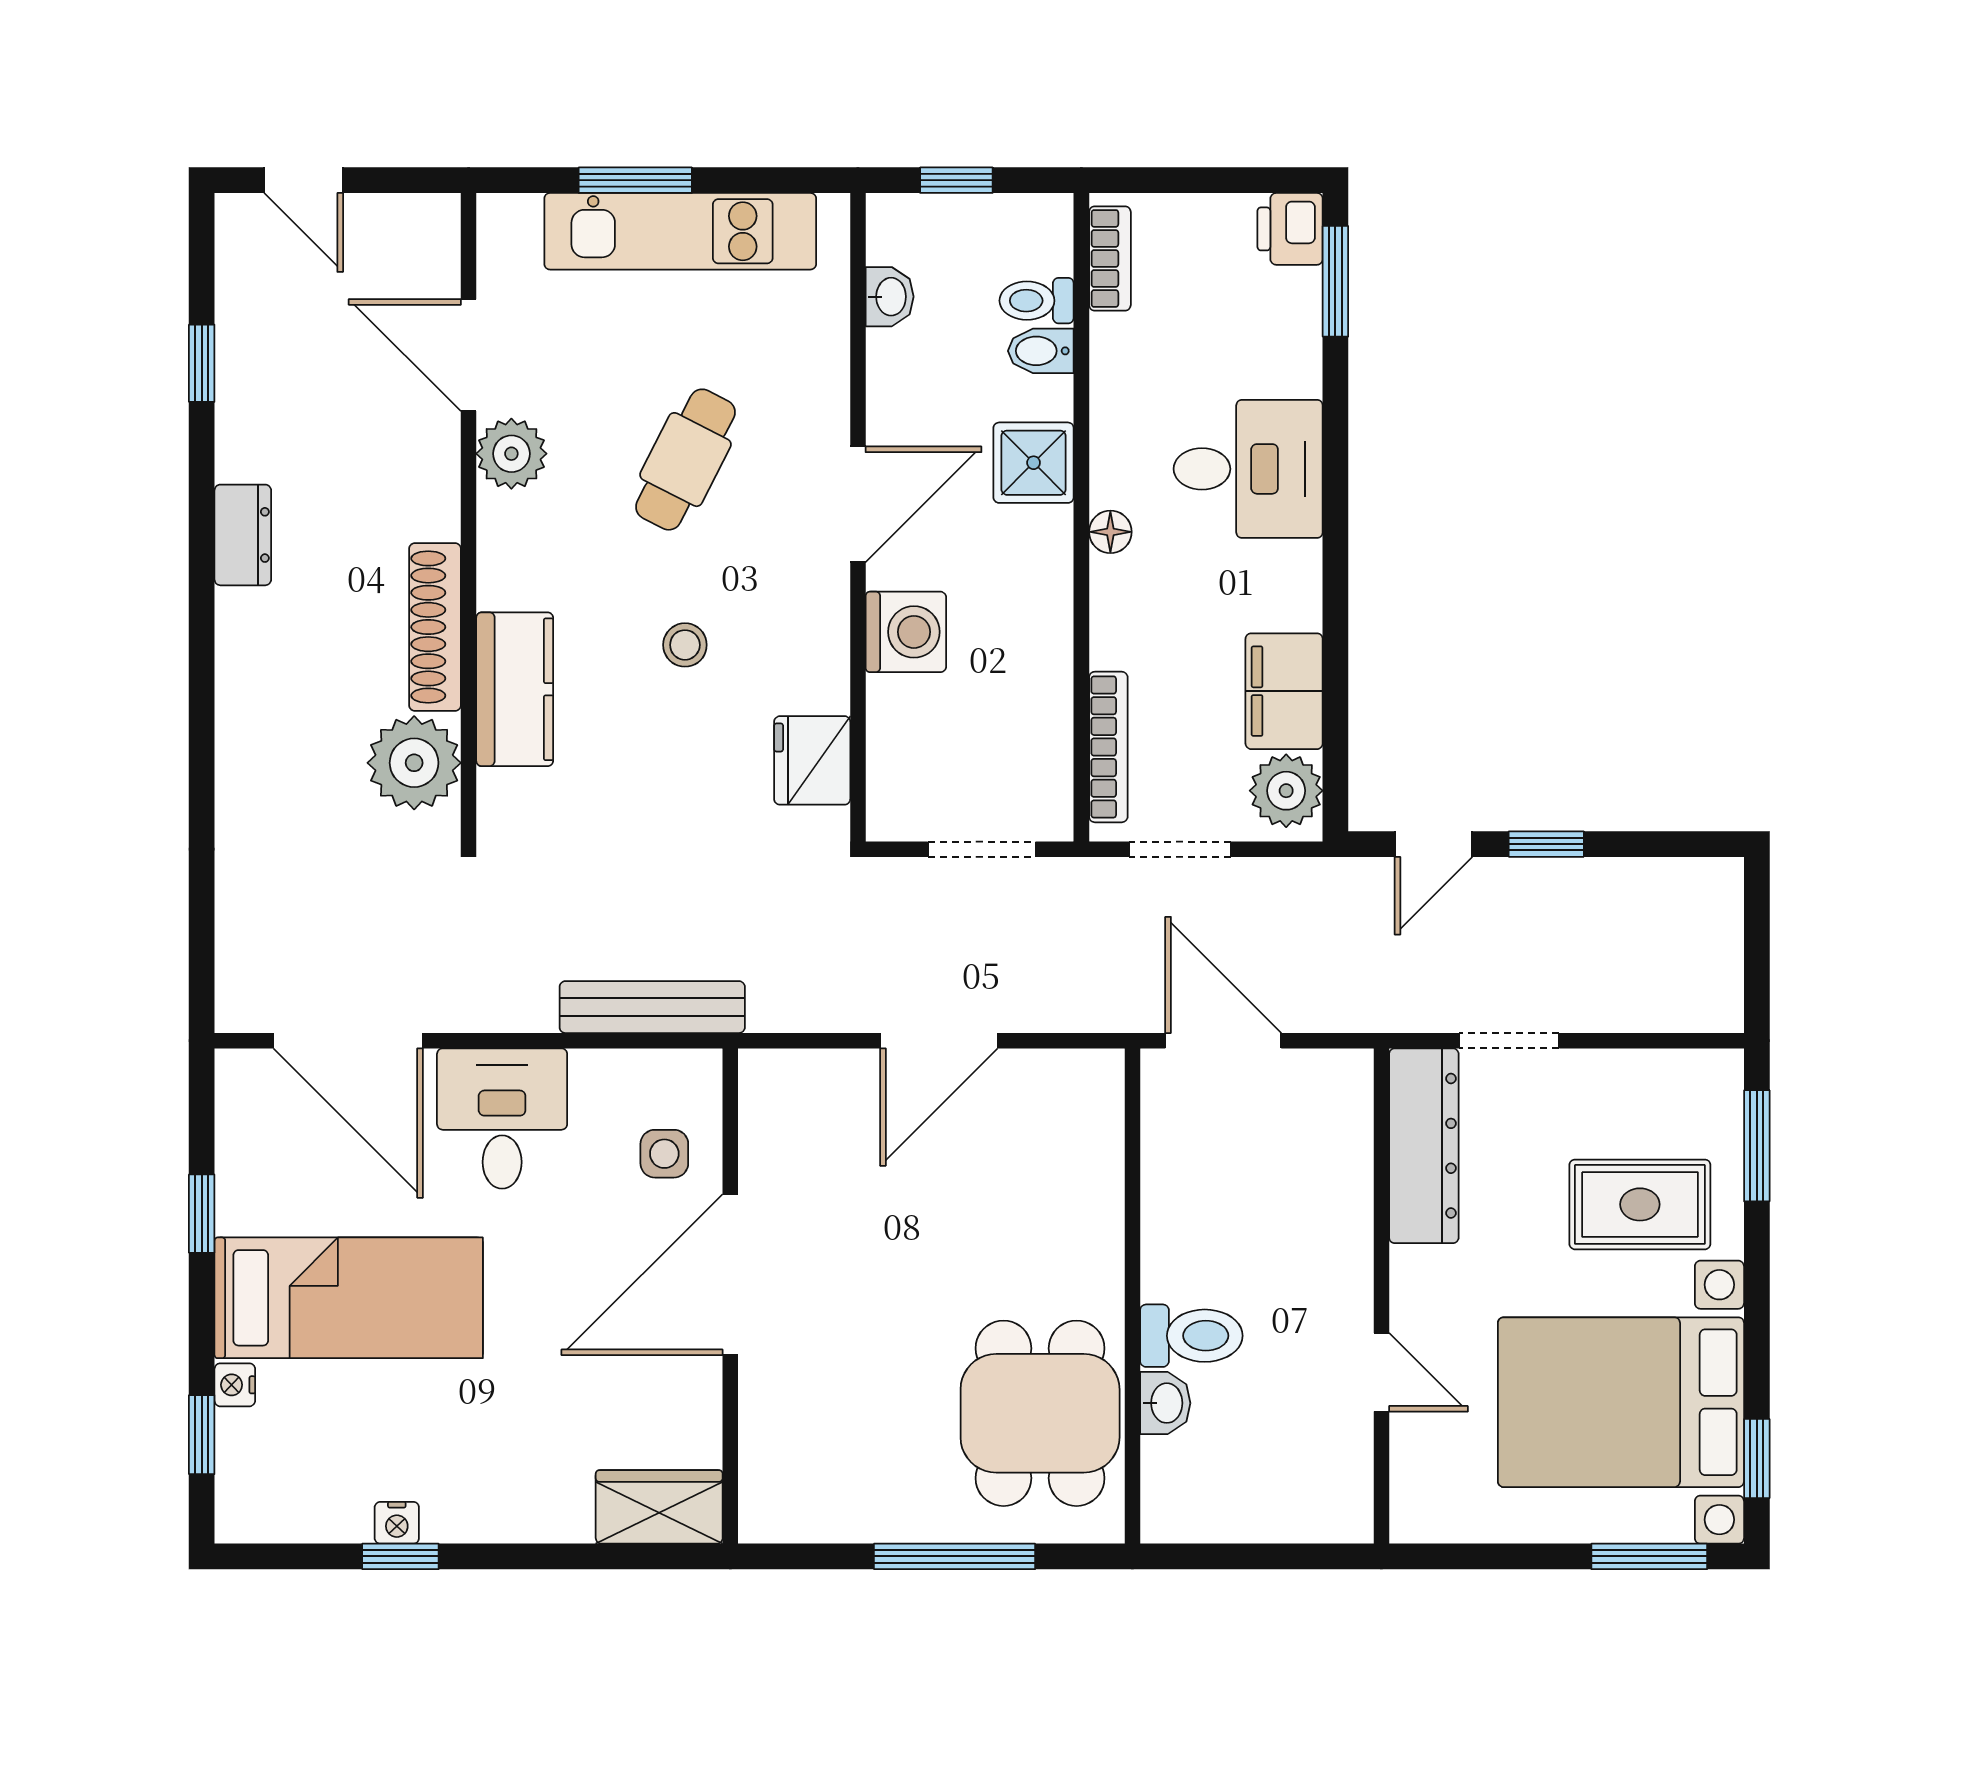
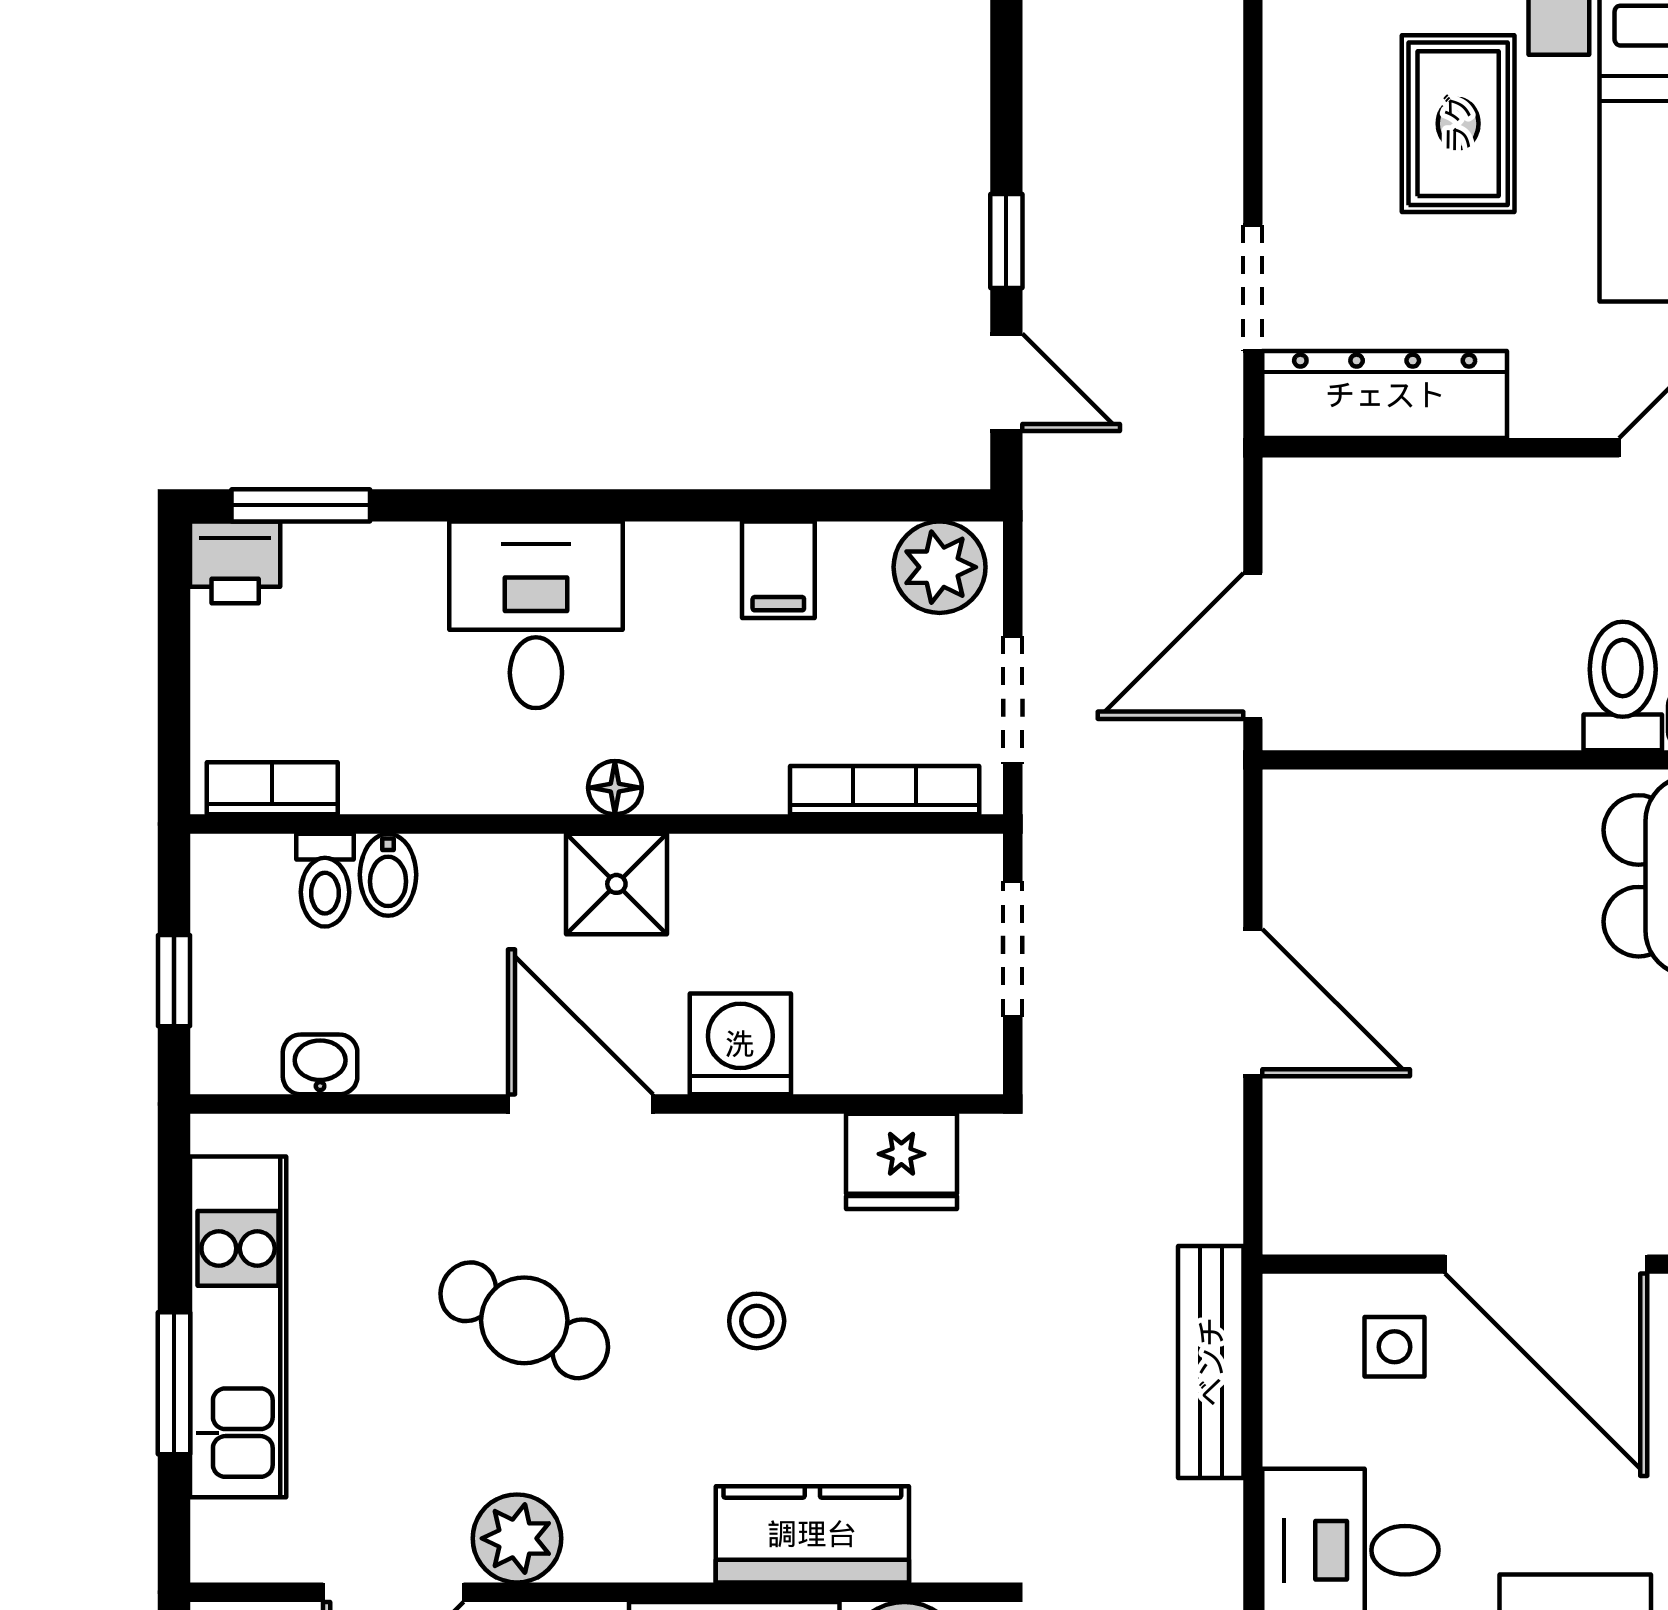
shower: (1034, 463) -> (616, 884), moved
filing cabinet: (1284, 691) -> (778, 570), width x0.50

